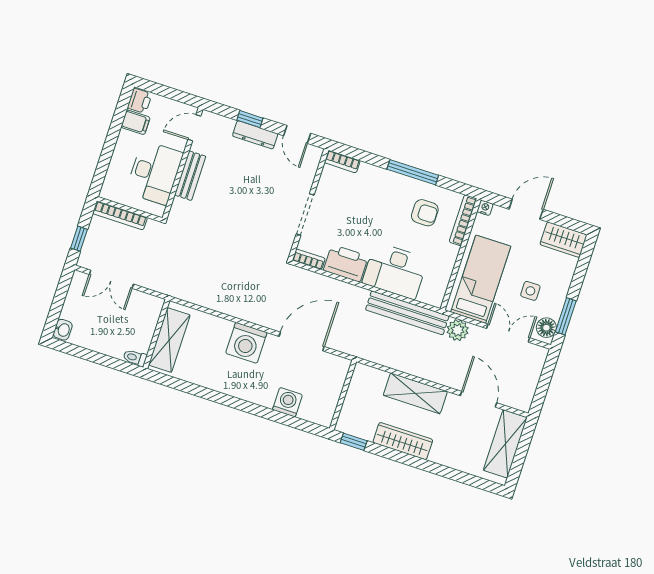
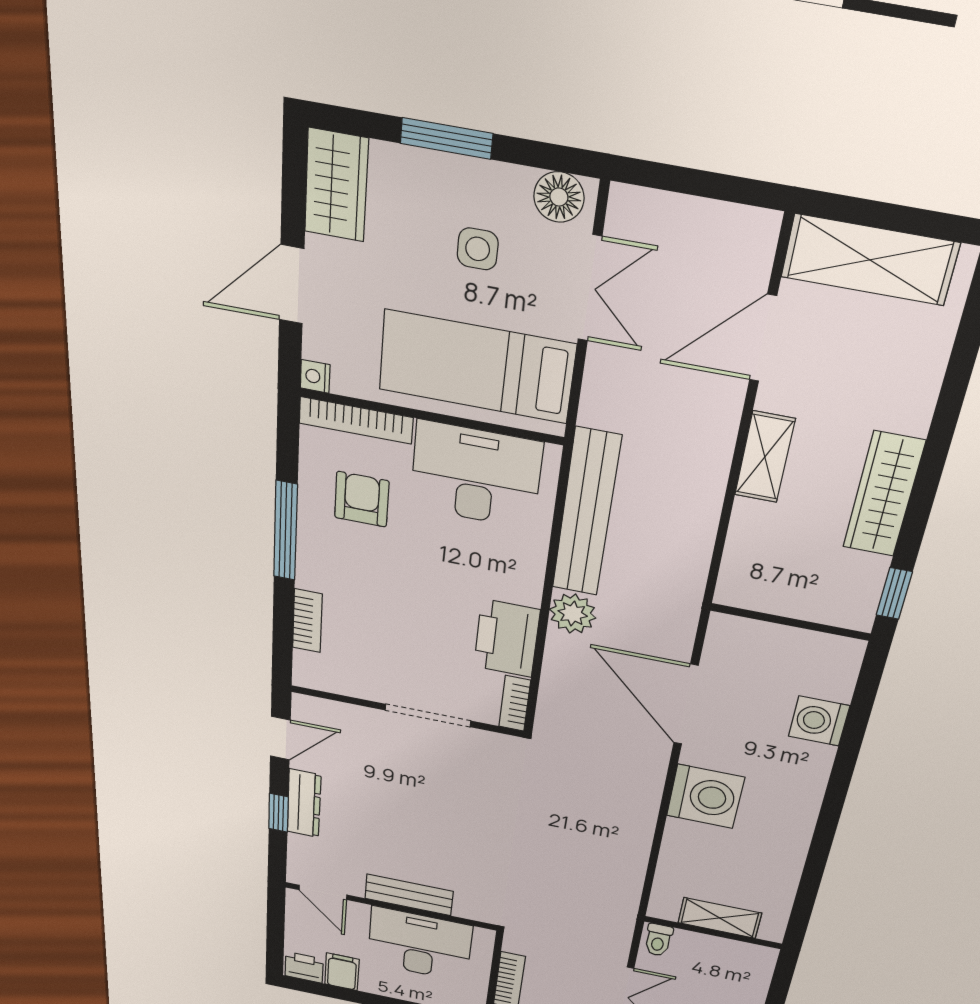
bookcase: (342, 162) -> (307, 621), moved
door: (526, 209) -> (292, 285), hinge flipped
desk: (395, 271) -> (476, 475), moved, turned -90
window: (566, 316) -> (446, 138), moved
plant: (458, 330) -> (573, 614), moved
double door: (508, 333) -> (590, 288), swing flipped
shelving: (169, 340) -> (720, 918), width x0.67, depth x0.75
toilet: (135, 358) -> (658, 940), moved
shelving: (415, 393) -> (765, 457), width x0.67, depth x0.75

